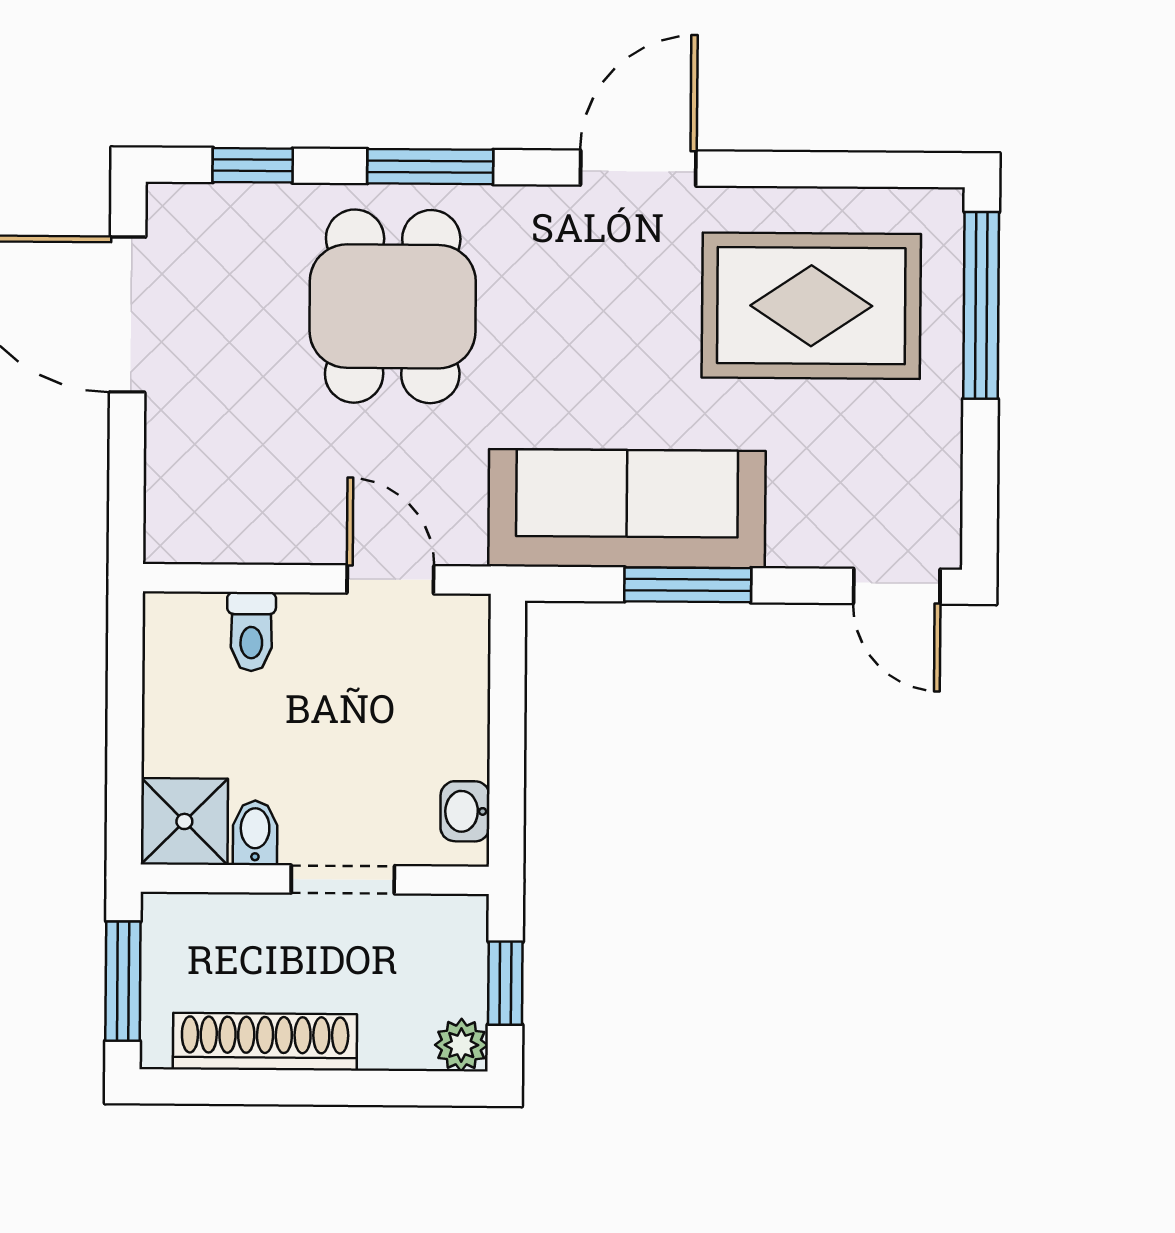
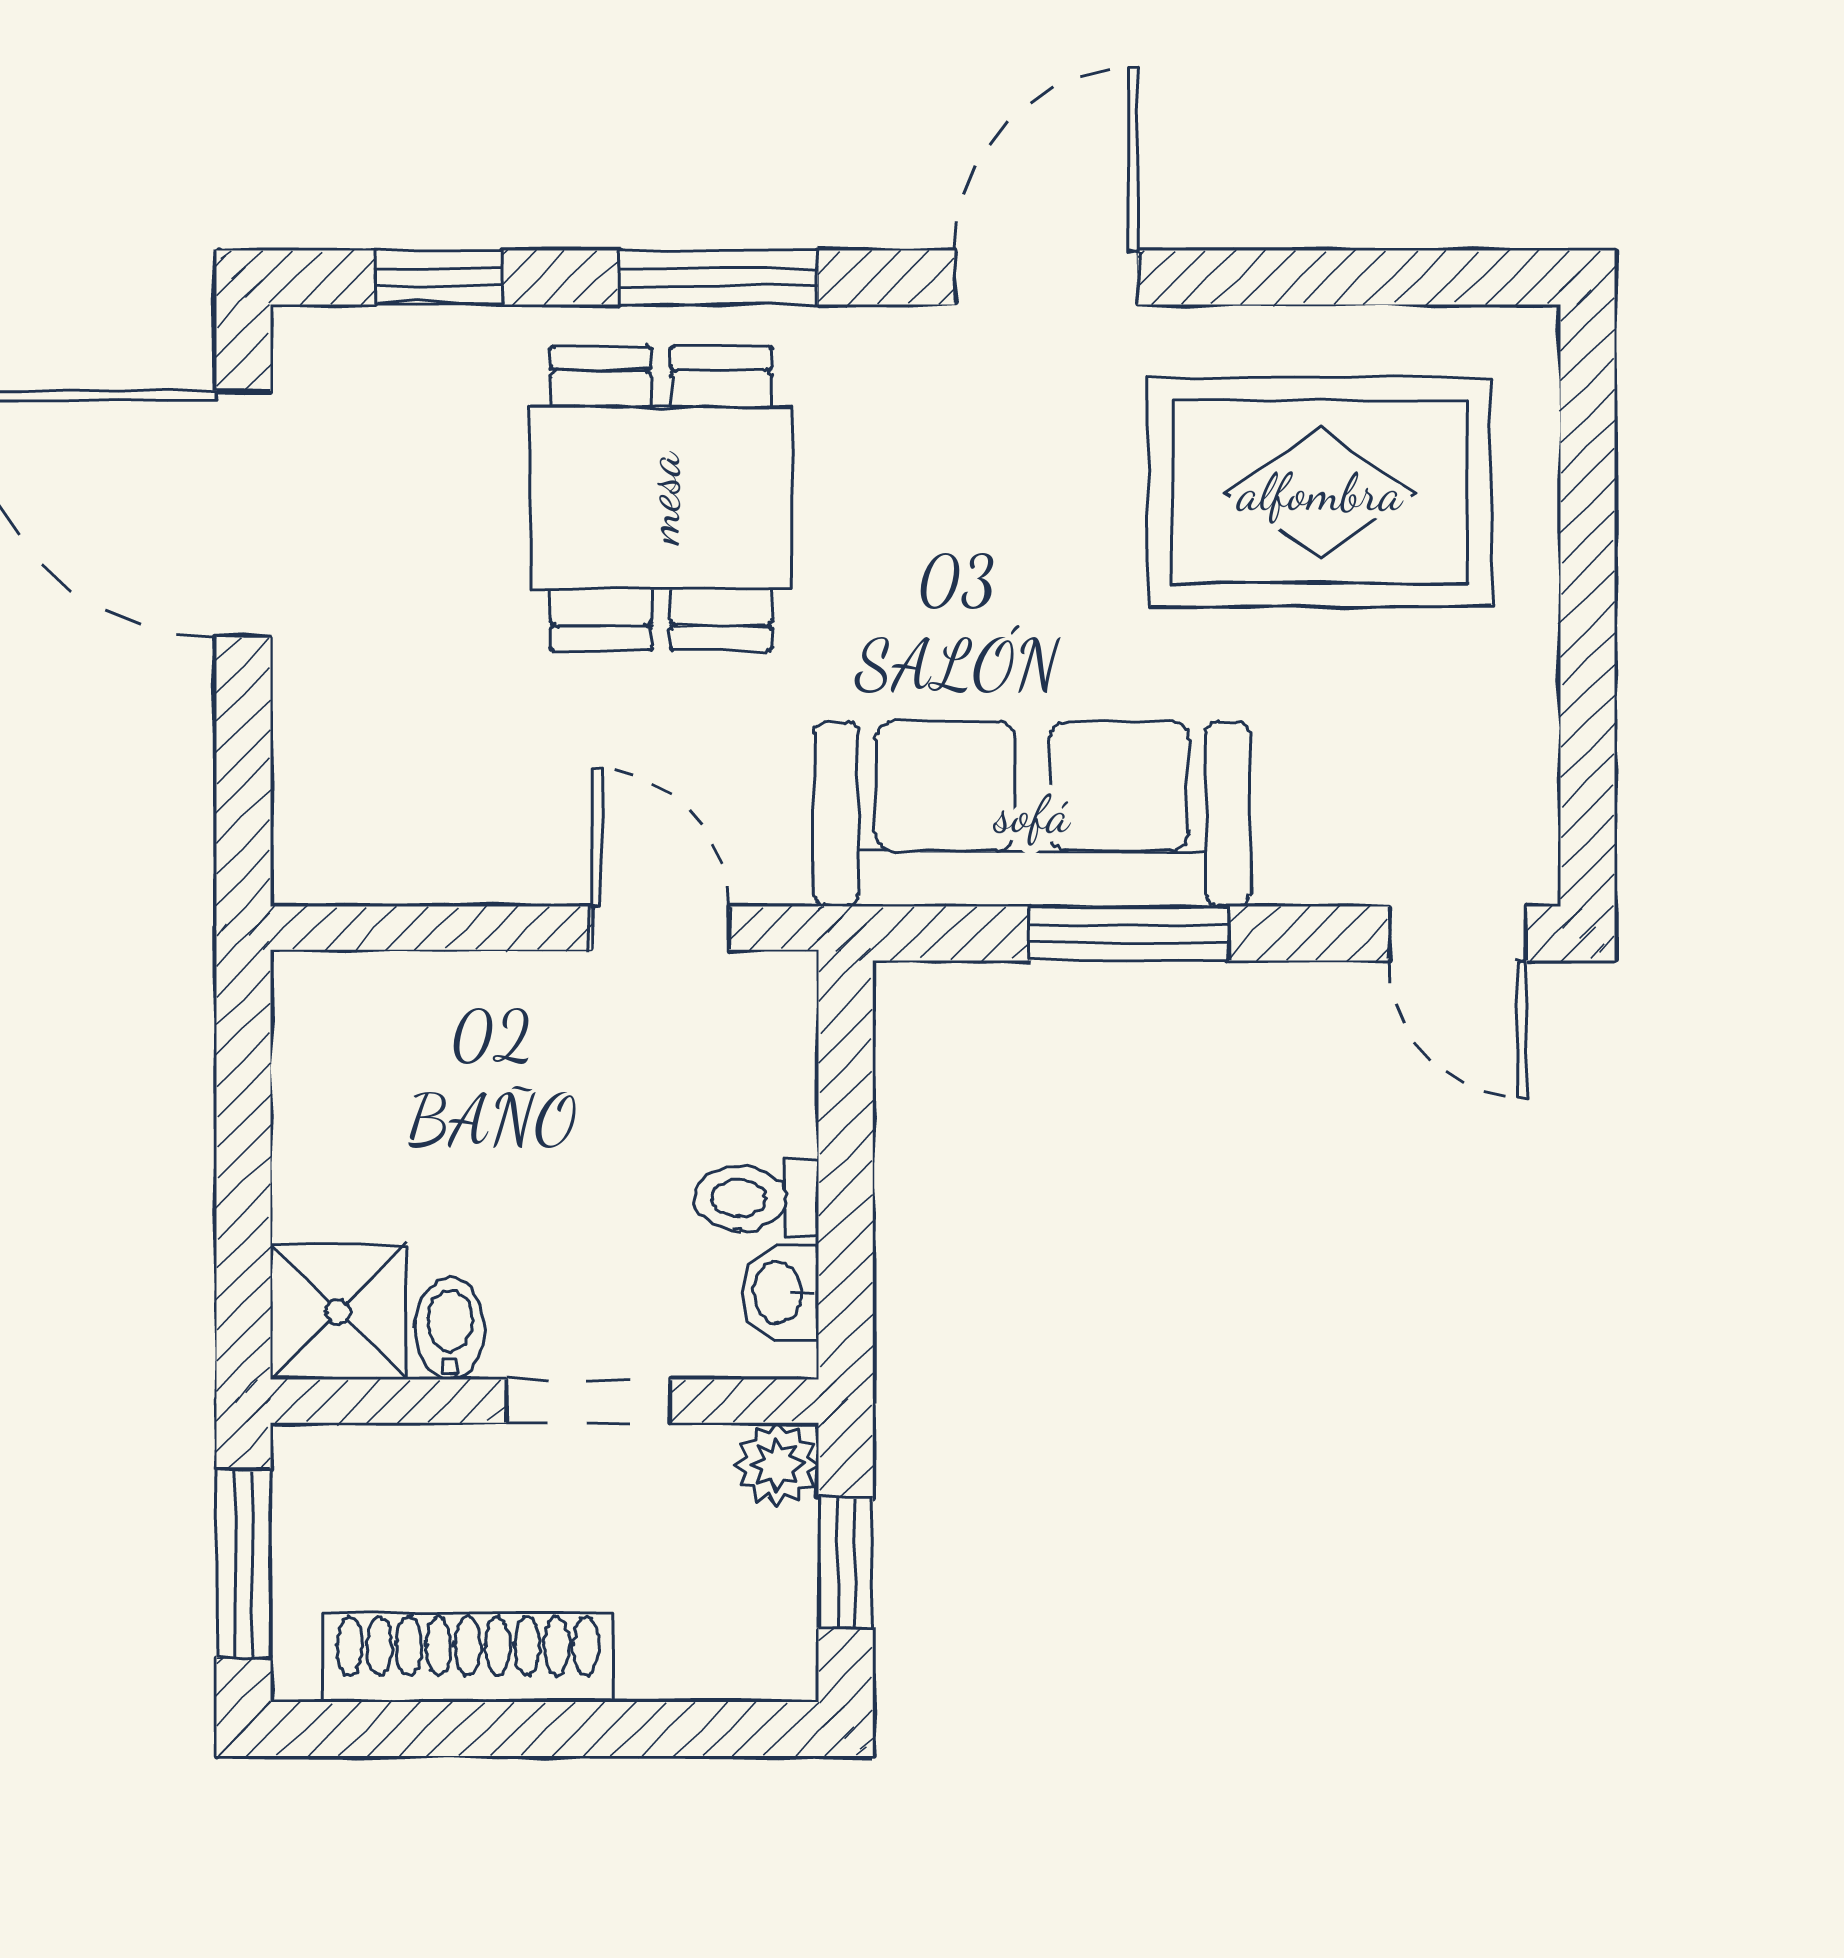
window: (981, 305) -> (1588, 490), removed
toilet: (251, 632) -> (757, 1198), moved, turned 90
plant: (461, 1045) -> (777, 1464), moved

